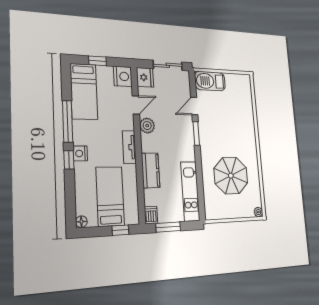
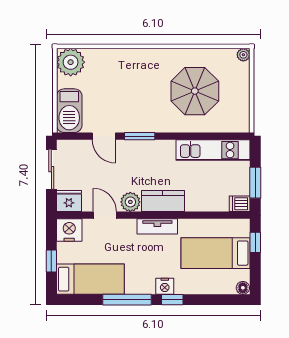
plant: (242, 84) -> (71, 62), added
kitchen counter: (150, 170) -> (163, 201), moved

